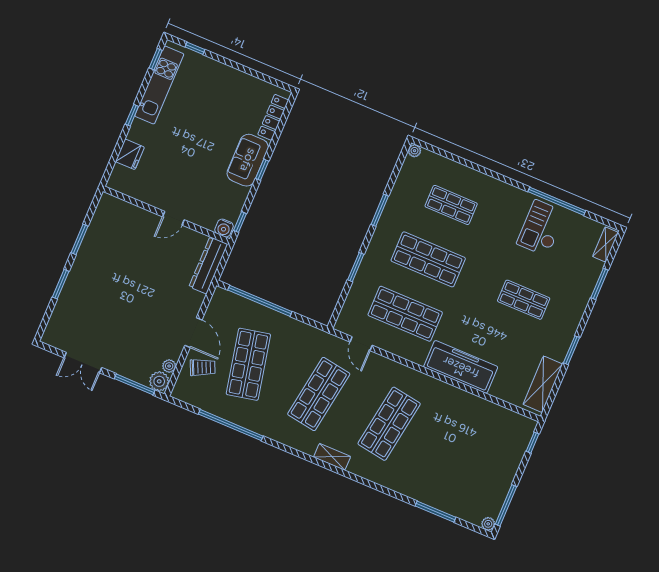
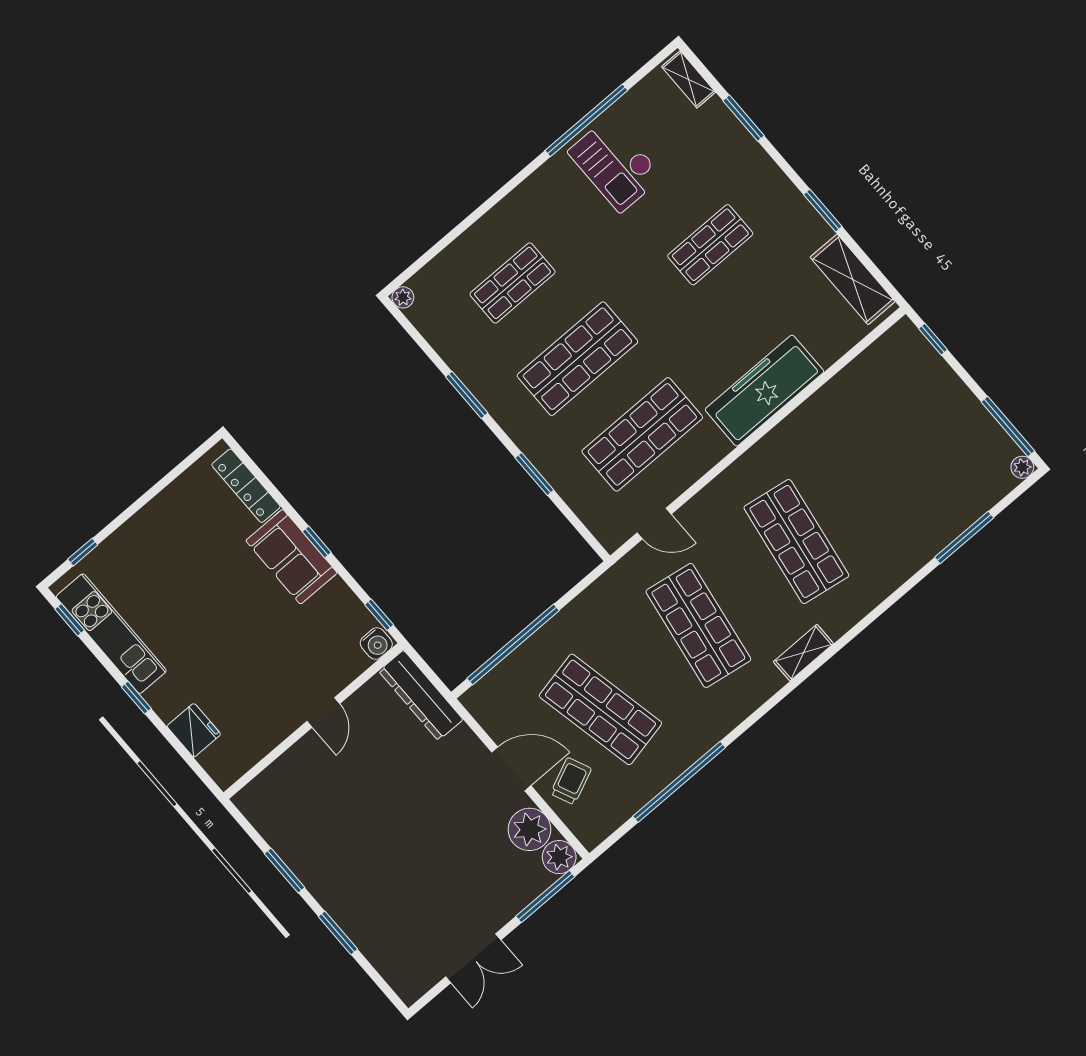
plant: (169, 366) -> (529, 829), width x1.88, depth x1.88

